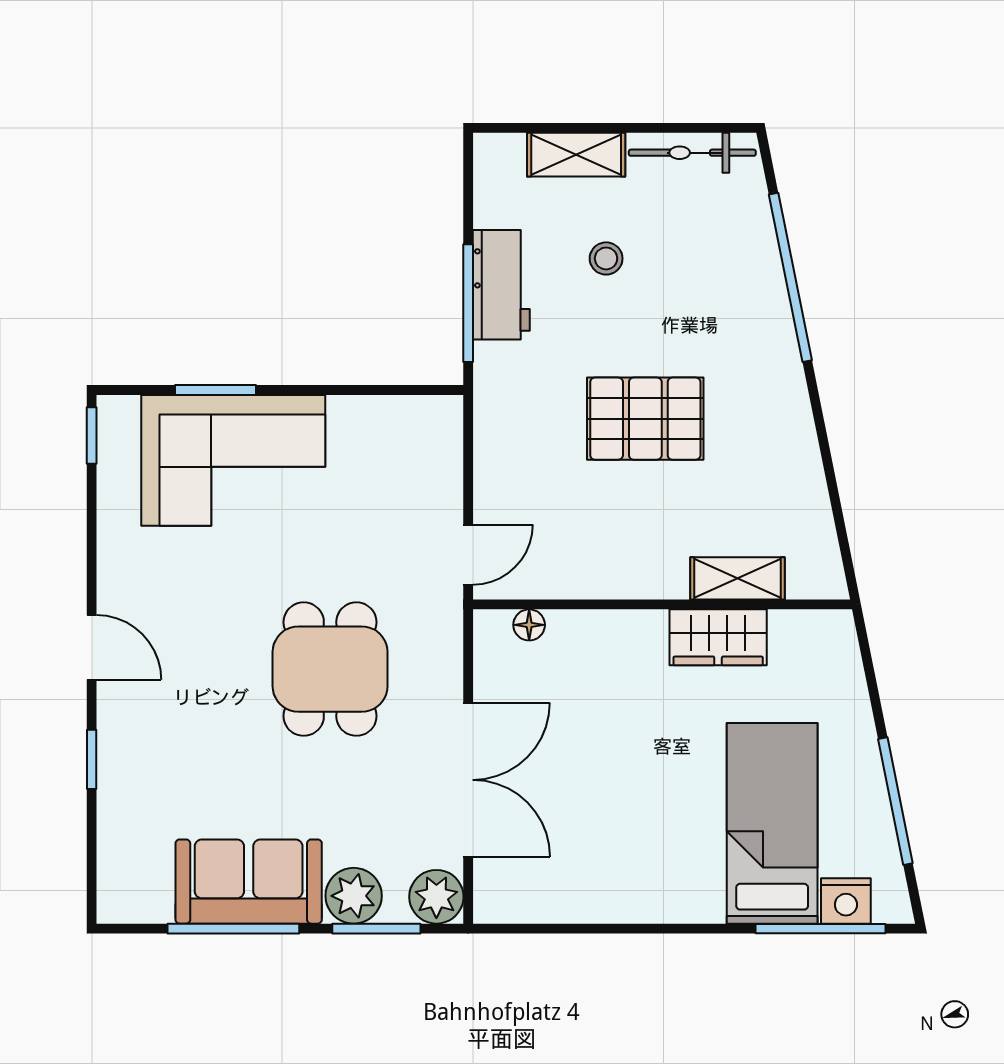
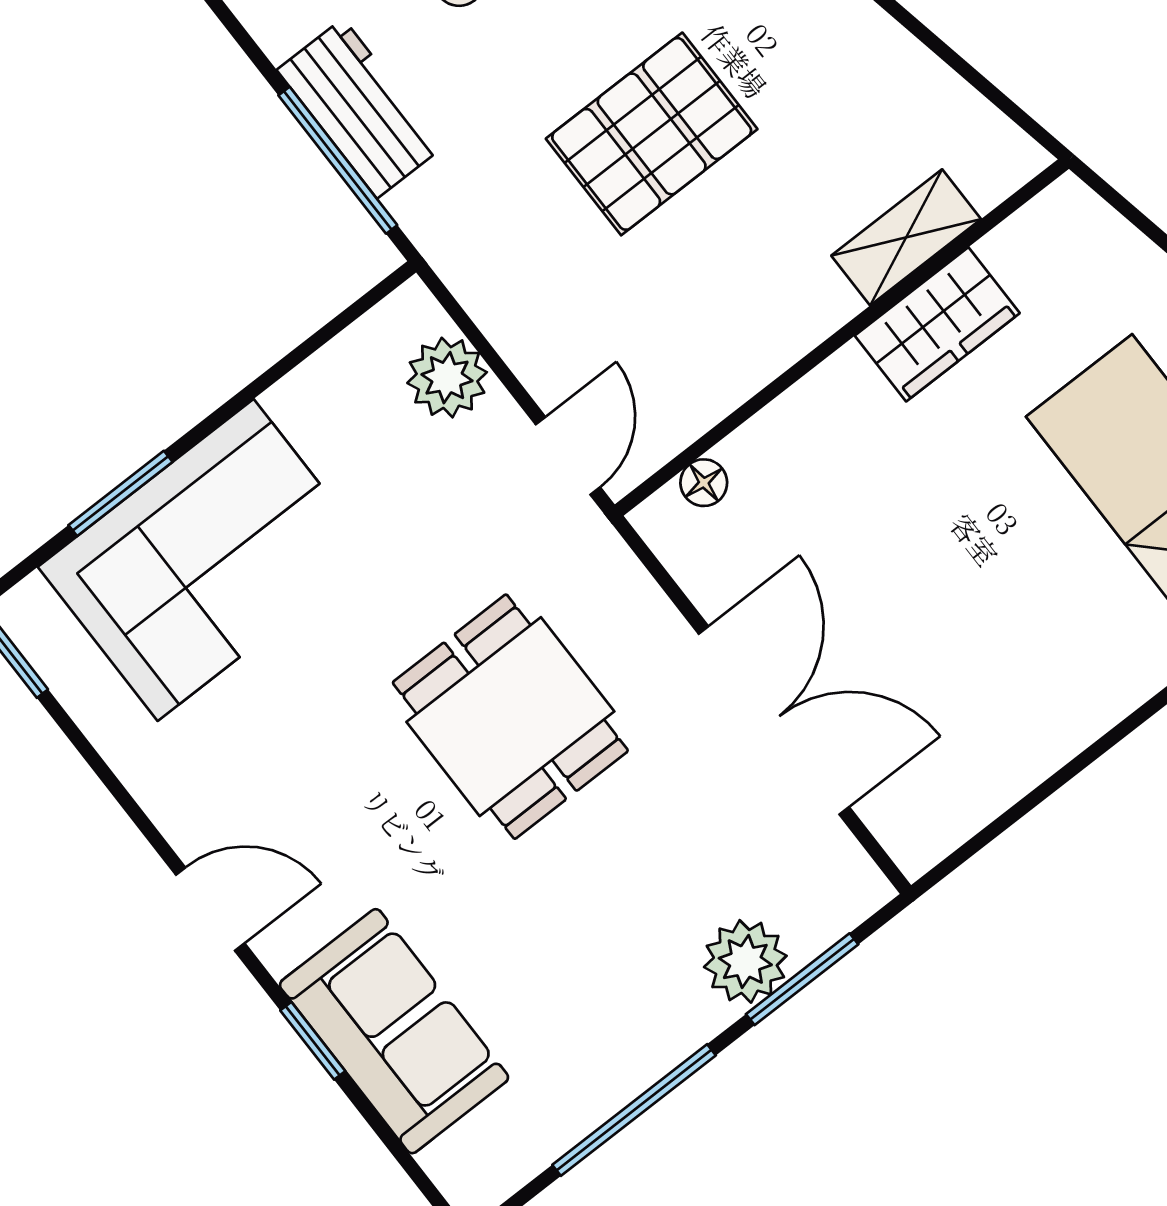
sofa: (249, 882) -> (394, 1031), moved, turned 90
plant: (436, 897) -> (447, 378), moved

